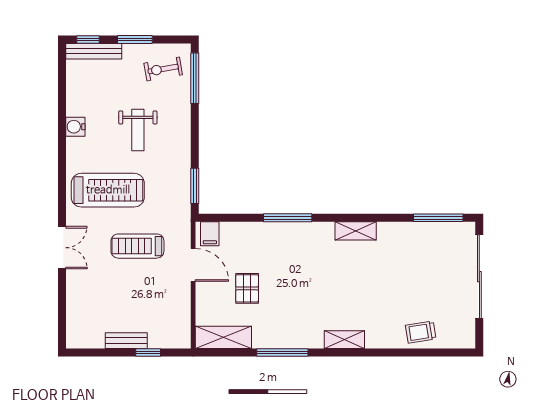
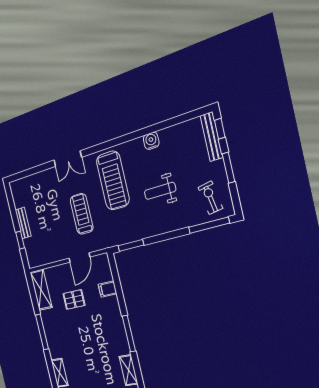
window: (288, 218) -> (129, 334), moved
filing cabinet: (210, 234) -> (108, 289), moved

